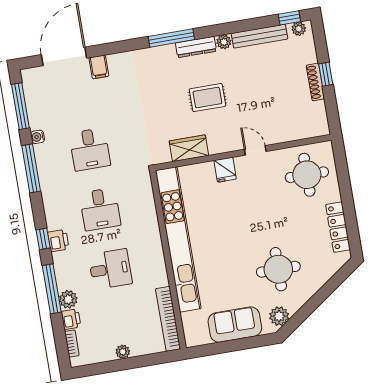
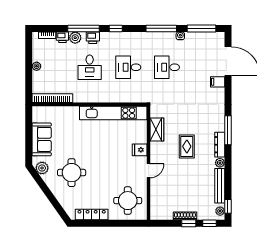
window: (320, 42) -> (209, 223), added
kitchen unit: (178, 239) -> (113, 113), width x0.73
printer: (58, 241) -> (93, 38), moved

